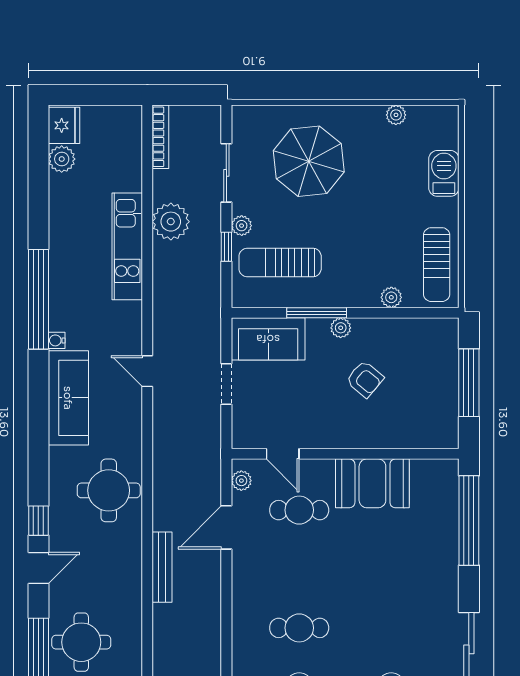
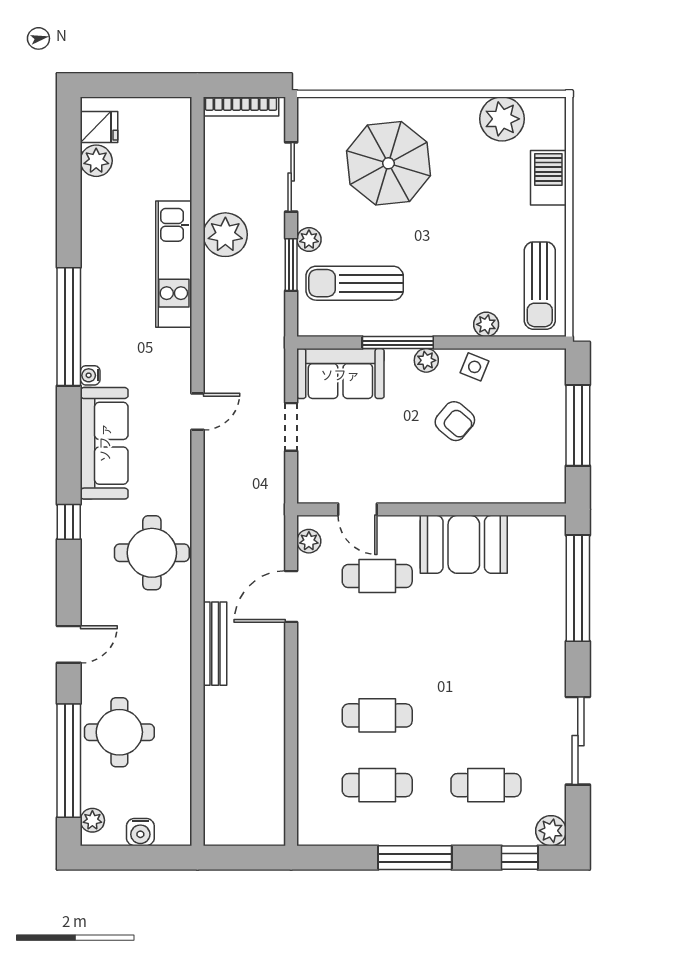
plant: (396, 115) -> (502, 119), width x1.88, depth x1.88
fridge: (64, 125) -> (99, 127), width x0.72
bookcase: (160, 137) -> (241, 106), moved, turned 90
window: (226, 247) -> (291, 265), width x1.50
side table: (382, 333) -> (475, 367), added
door: (147, 371) -> (197, 412), swing flipped
window: (38, 521) -> (69, 522), moved

